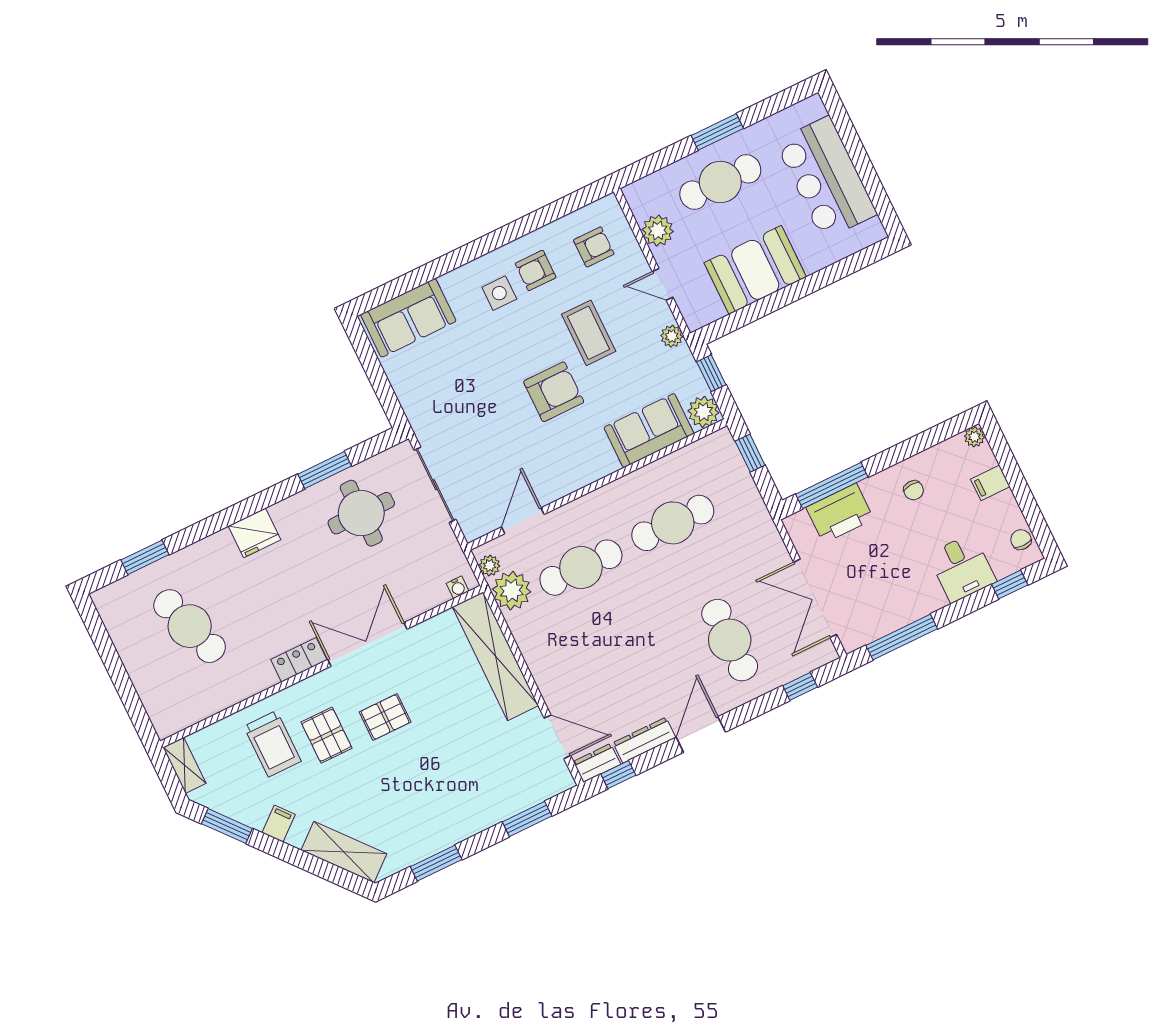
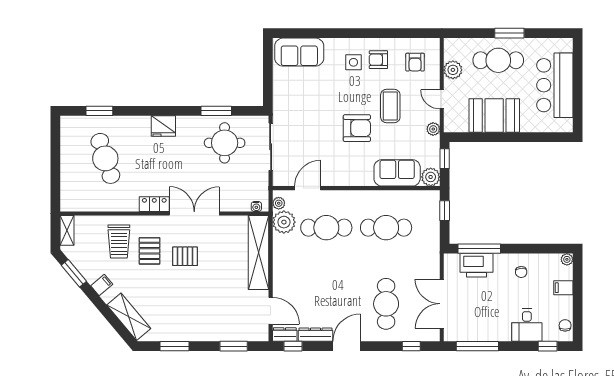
armchair: (594, 247) -> (415, 62), turned 90

